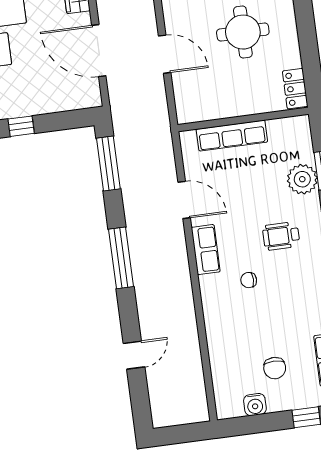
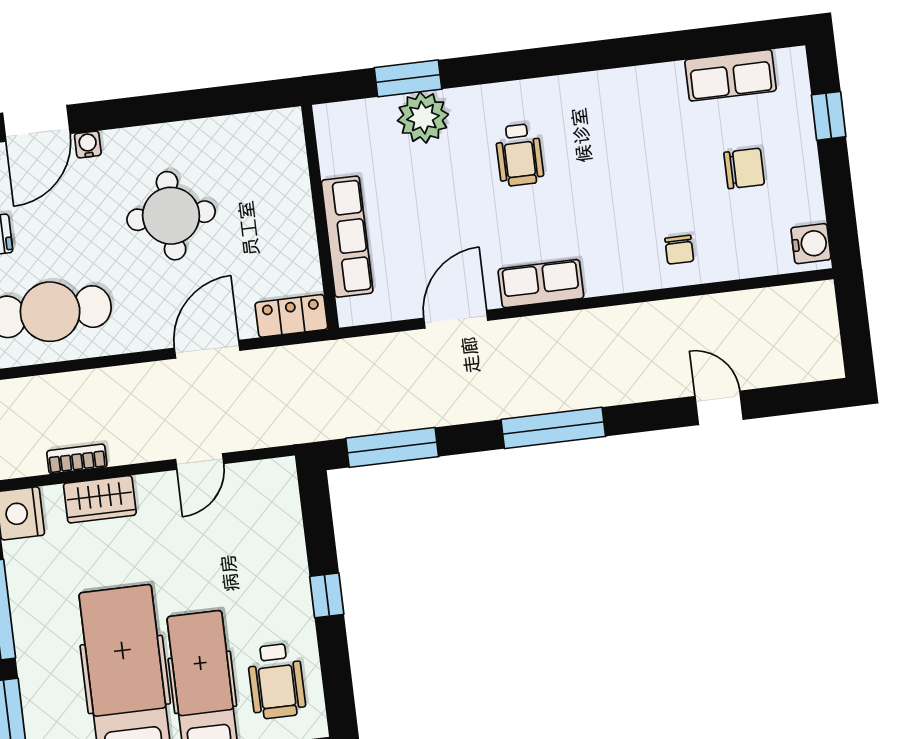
door: (99, 51) -> (200, 461), width x0.53
locker: (295, 89) -> (291, 316), moved, turned 180
chair: (249, 280) -> (679, 250), moved
water cooler: (255, 405) -> (811, 244), moved

